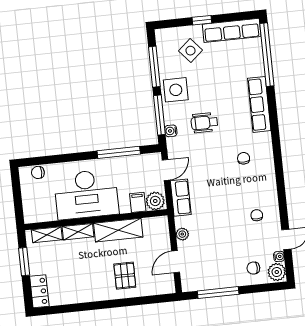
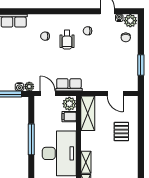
wheelchair: (204, 123) -> (67, 40), moved
window: (119, 152) -> (31, 139), moved
shelving: (118, 230) -> (88, 113), moved
plant: (182, 234) -> (29, 87), moved
pallet: (125, 276) -> (121, 132), turned 90
window: (218, 293) -> (141, 65), width x0.69

